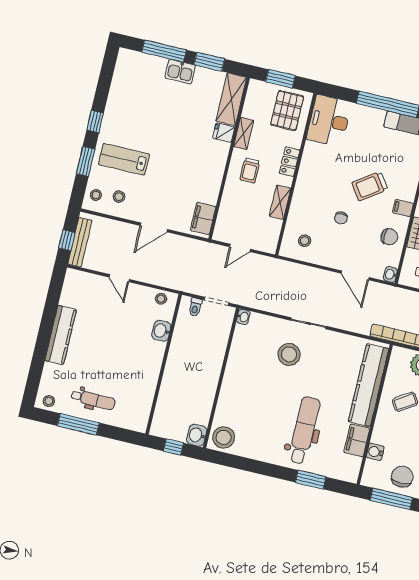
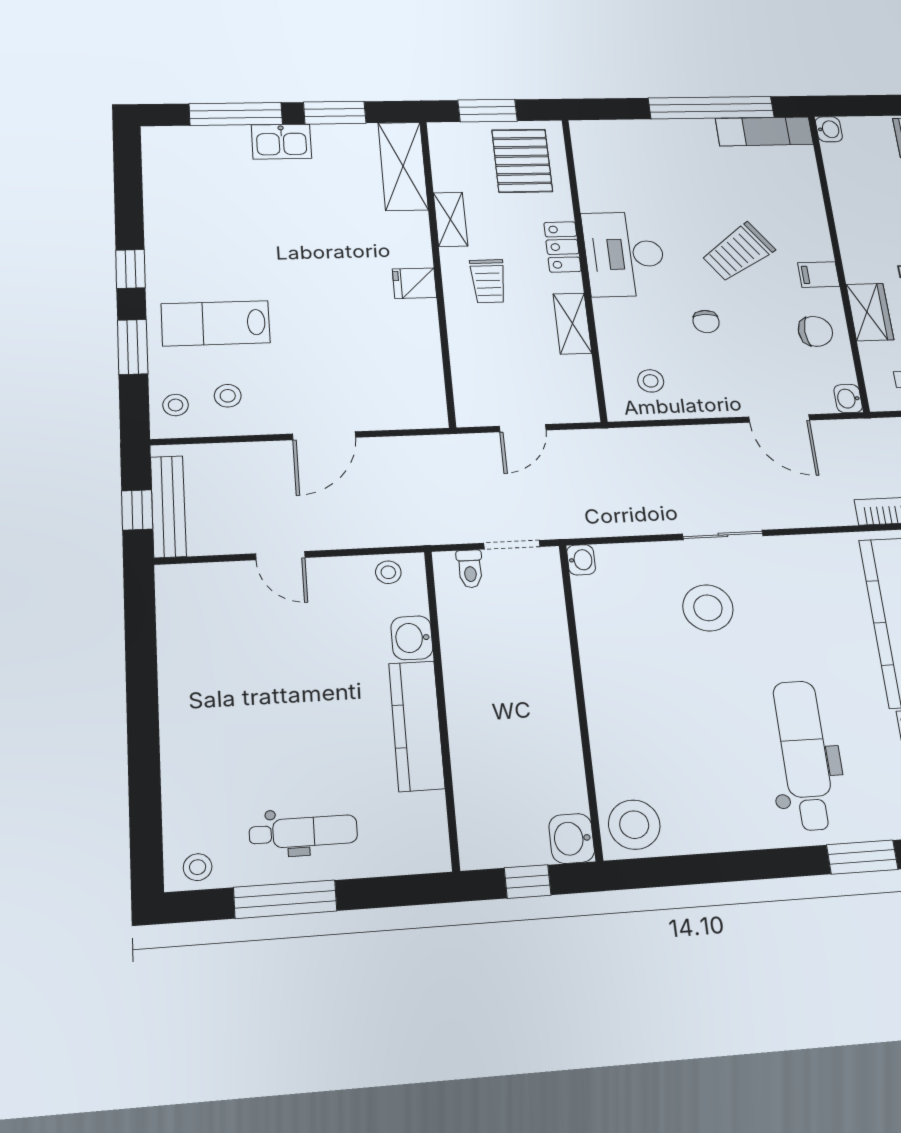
desk: (329, 121) -> (624, 254), moved
fridge: (224, 133) -> (414, 283), moved
filing cabinet: (203, 218) -> (424, 392), removed
kitchen counter: (61, 335) -> (417, 726), moved, turned 180

